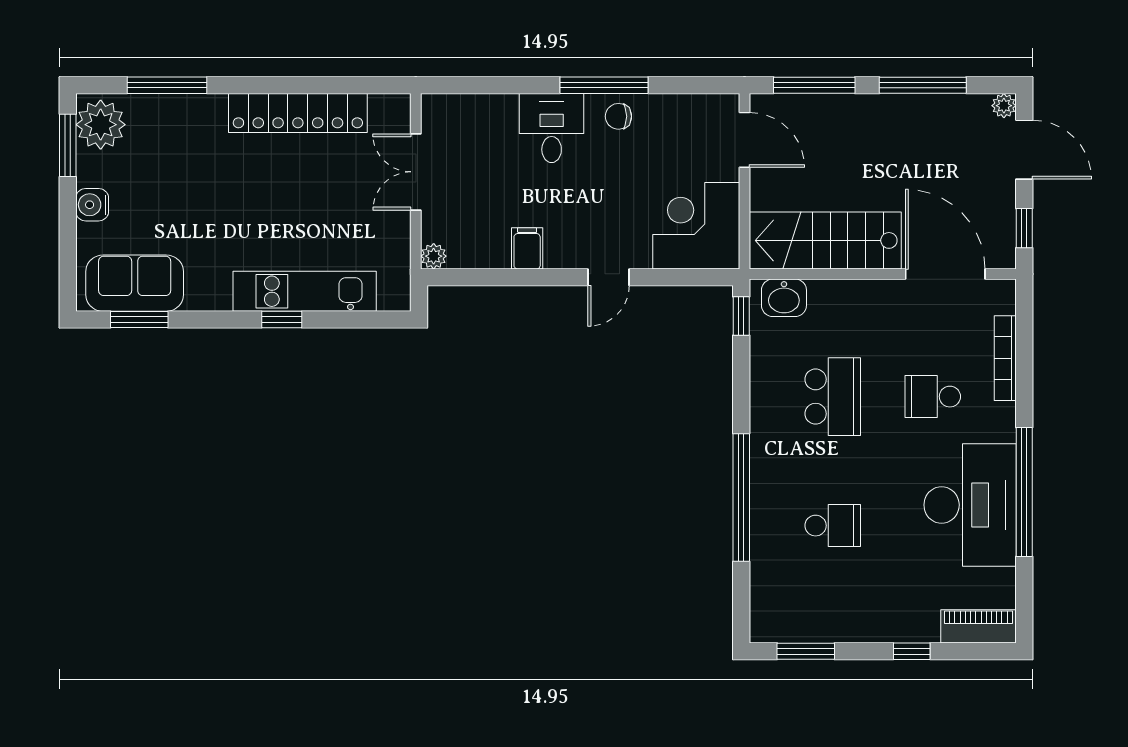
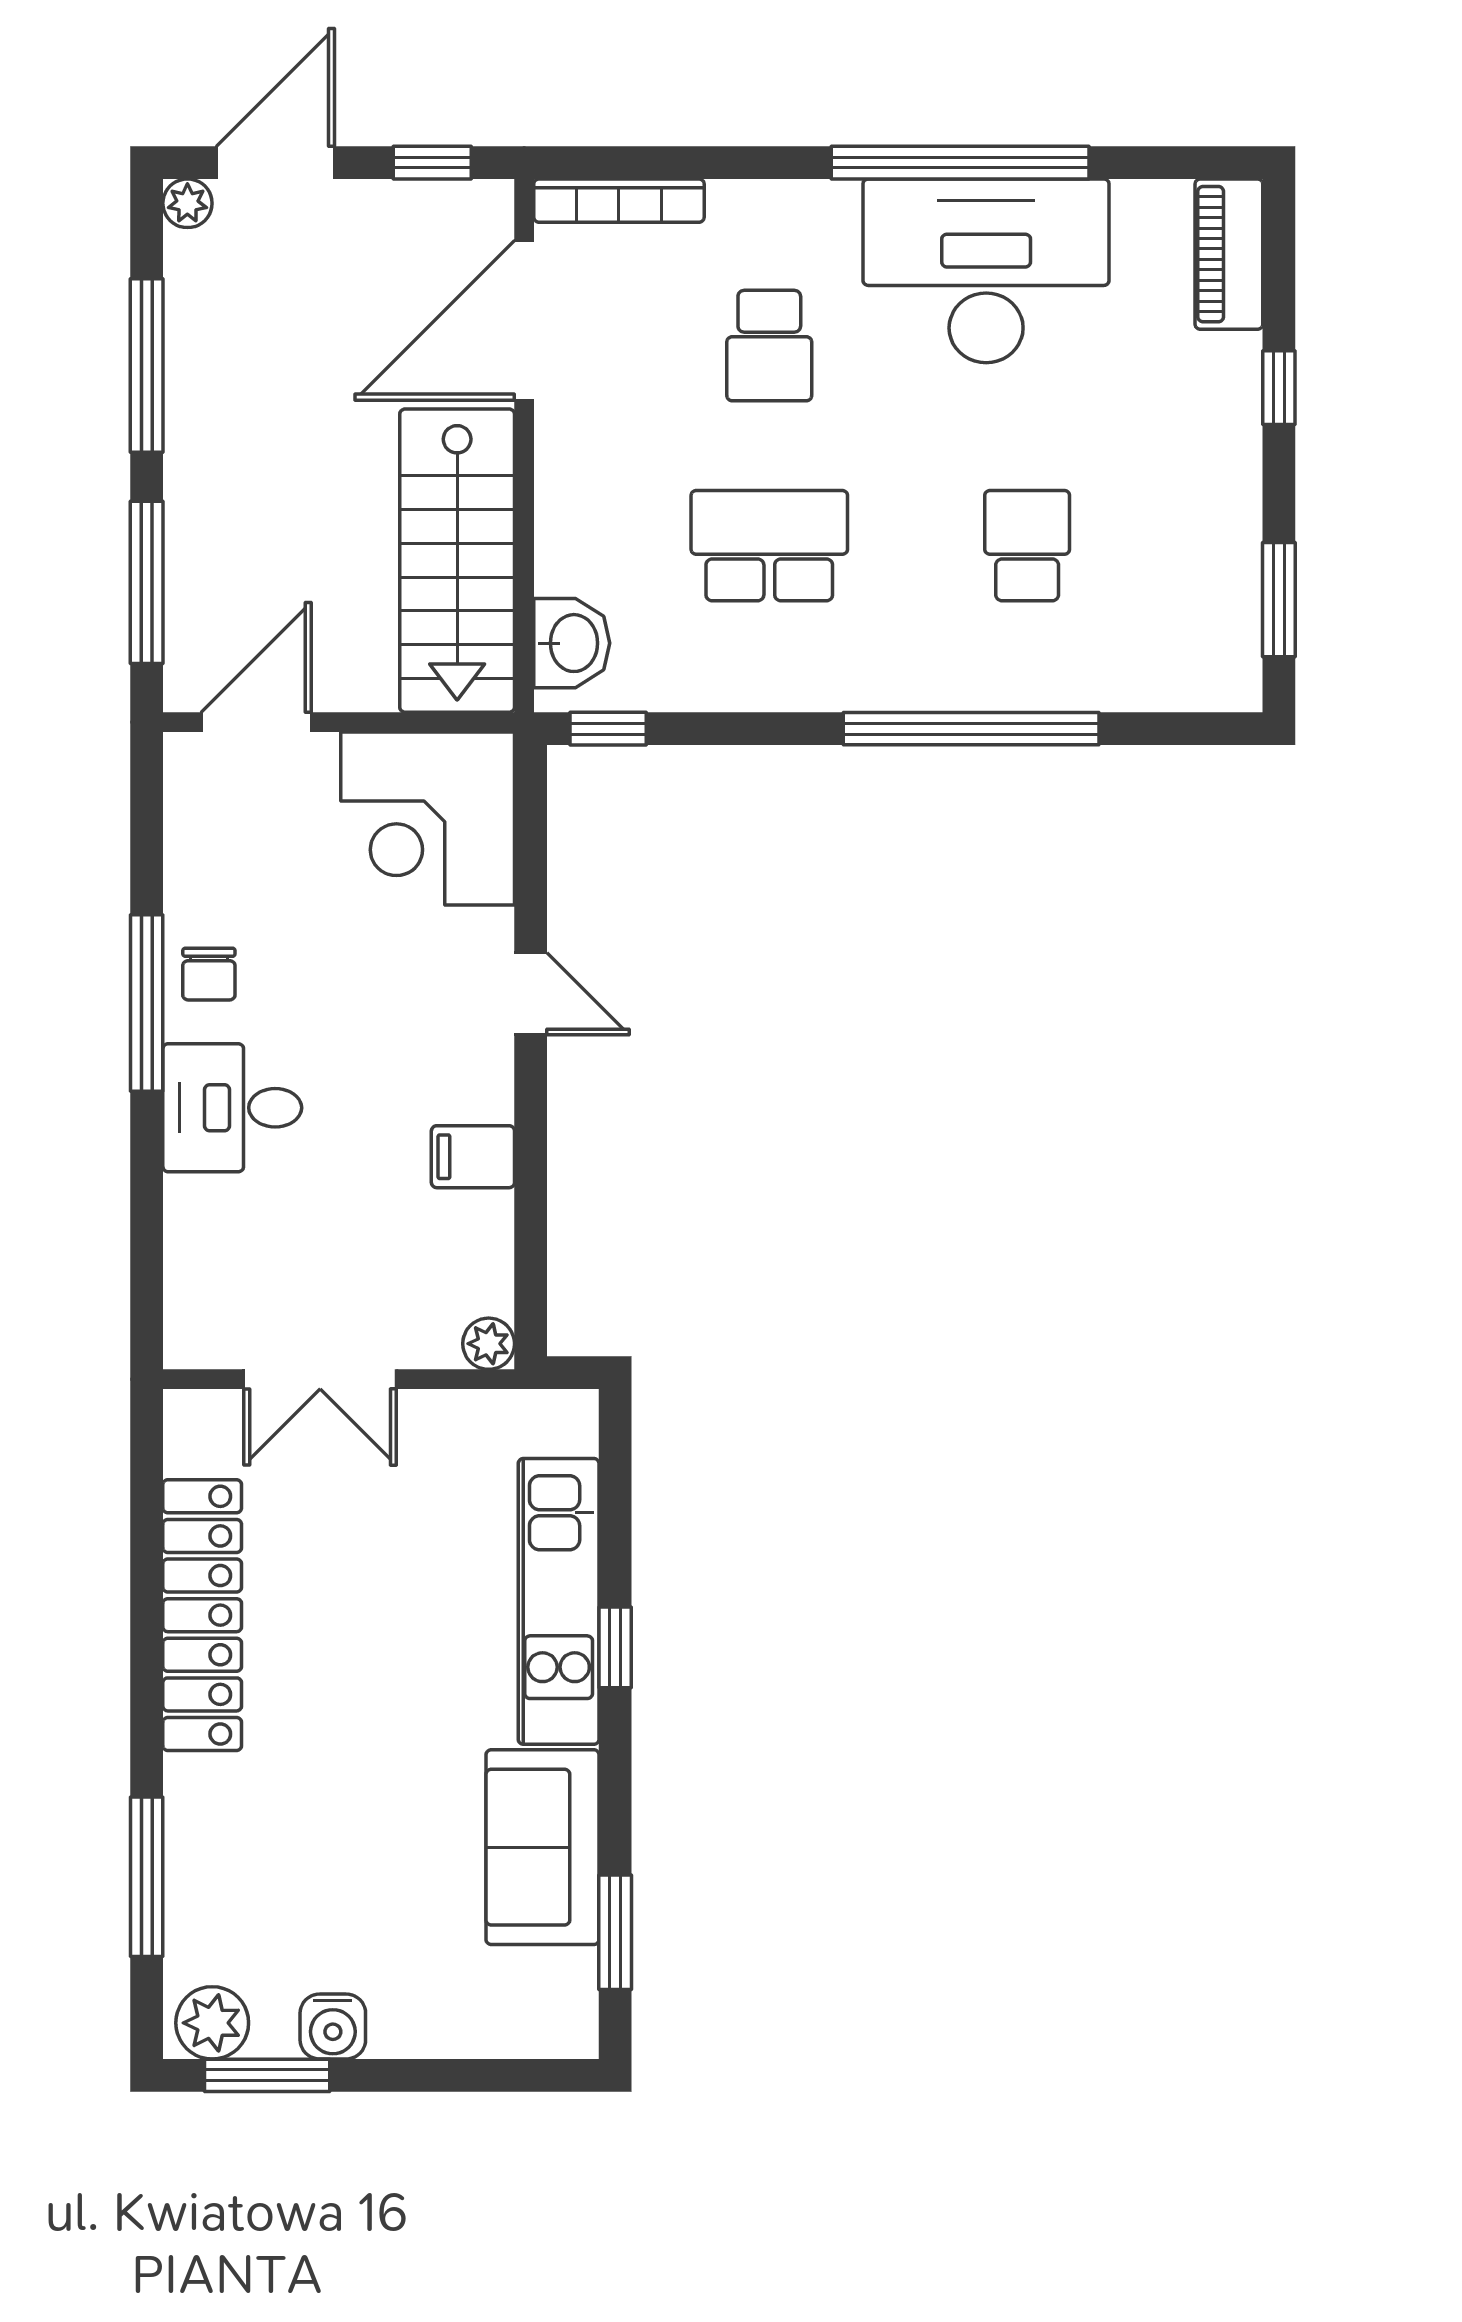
plant: (101, 125) -> (212, 2023), width x0.73, depth x0.73
water cooler: (92, 205) -> (333, 2027), moved
sofa: (135, 283) -> (543, 1847), moved
bookcase: (1005, 358) -> (619, 201), moved

